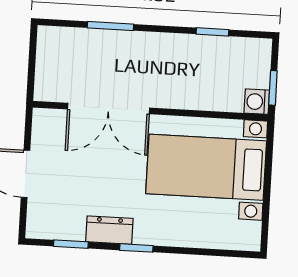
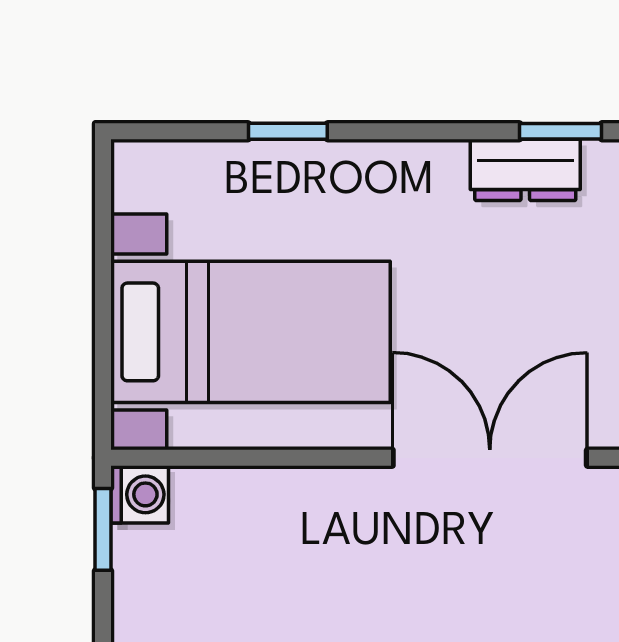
dresser: (109, 230) -> (525, 170), moved
window: (136, 248) -> (288, 131), moved

